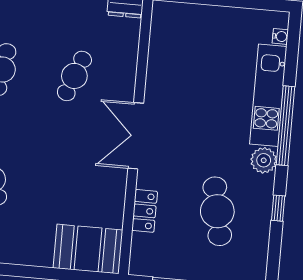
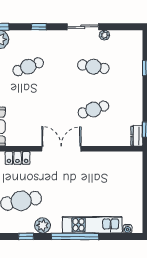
cafe table: (74, 76) -> (93, 109), turned -39
plant: (264, 160) -> (43, 225), moved

